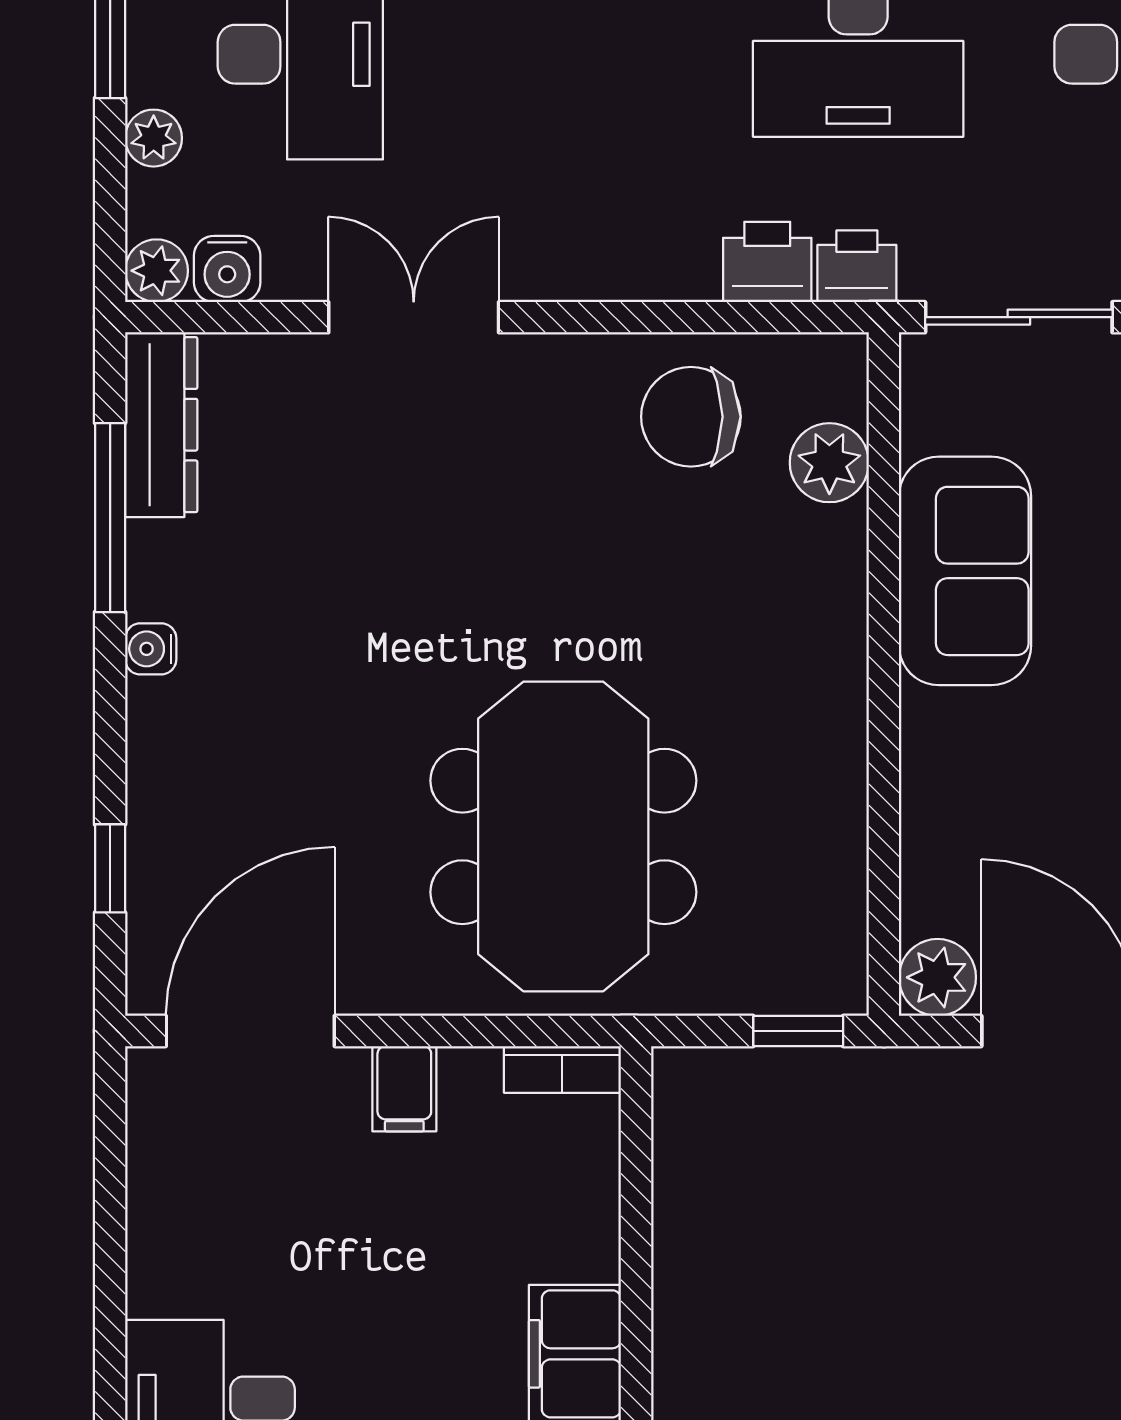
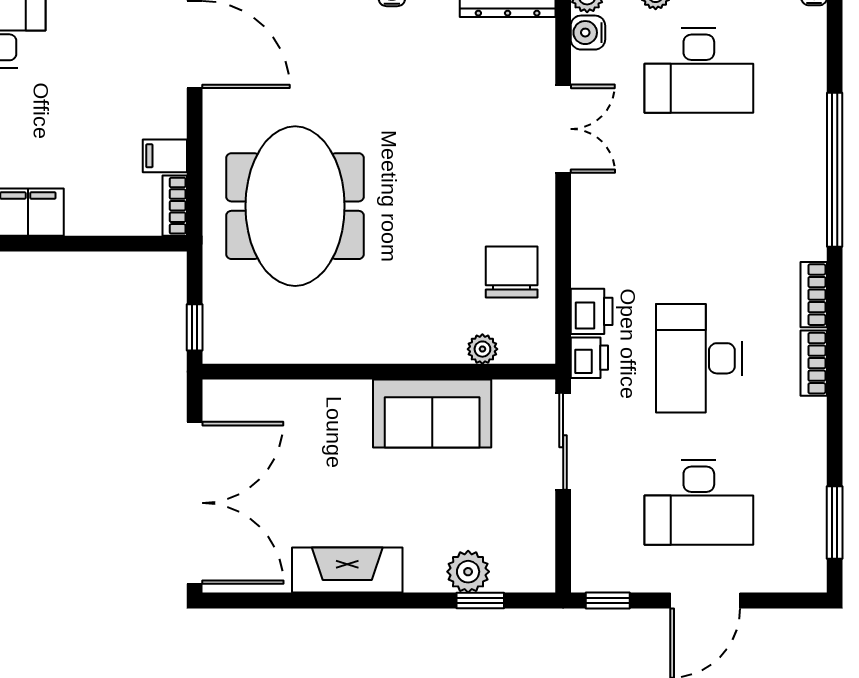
plant: (829, 463) -> (482, 349), width x0.73, depth x0.73
meeting table: (563, 836) -> (295, 206), turned 90
plant: (937, 977) -> (222, 399), removed
filing cabinet: (404, 1089) -> (165, 156), moved

